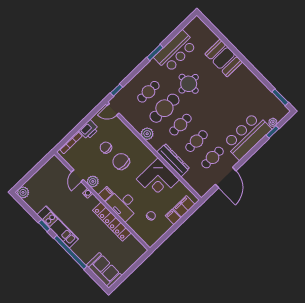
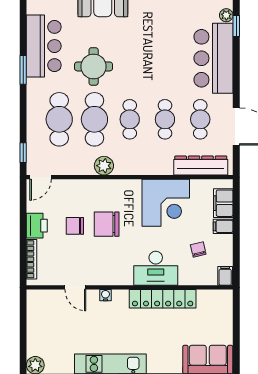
cafe table: (148, 92) -> (59, 119), width x1.37, depth x1.35
dresser: (173, 160) -> (201, 166), moved
plant: (93, 181) -> (98, 277), removed
filing cabinet: (106, 194) -> (225, 276), moved

